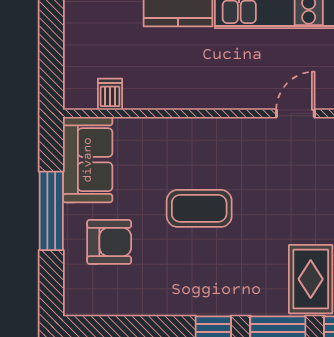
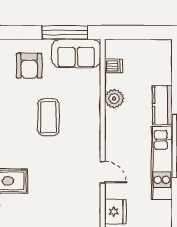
plant: (167, 93) -> (114, 99), added
window: (51, 211) -> (65, 33), moved

